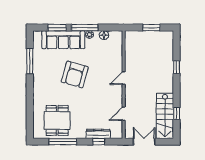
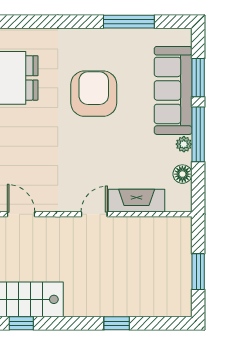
fireplace: (117, 57) -> (137, 201), added
armchair: (75, 75) -> (94, 94), moved, turned 74
door: (124, 78) -> (94, 214), hinge flipped

